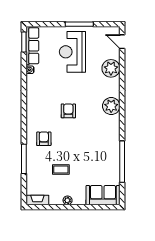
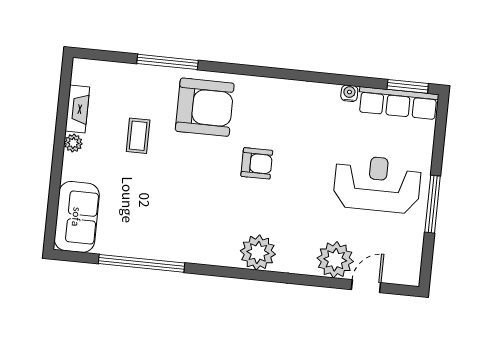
door: (122, 42) -> (366, 286), moved
armchair: (44, 139) -> (205, 107), width x1.88, depth x1.88
fireplace: (37, 200) -> (77, 109), moved

